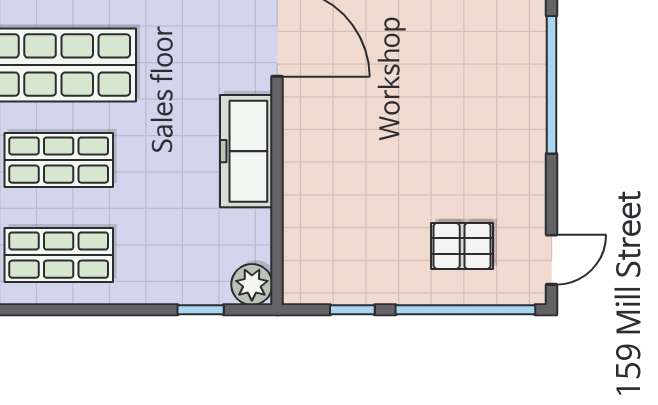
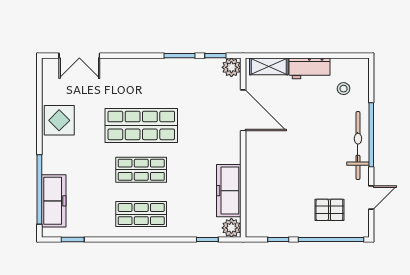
bicycle: (523, 108) -> (358, 146), added
freezer: (246, 151) -> (229, 191), moved
door: (552, 260) -> (371, 197), moved

